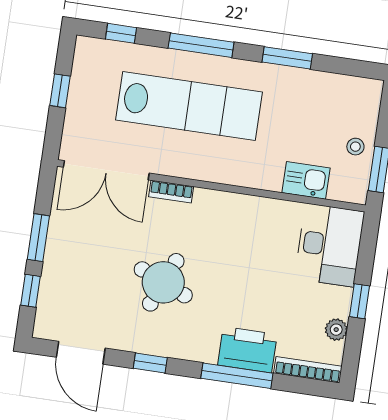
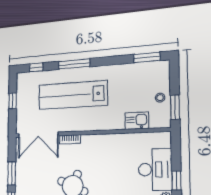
window: (287, 58) -> (147, 58), moved
lab bench: (189, 106) -> (73, 95), turned 180
desk: (329, 245) -> (155, 170), moved

